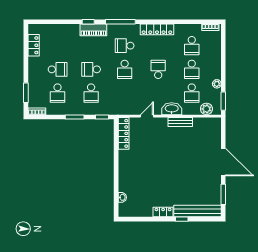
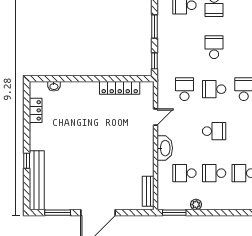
school desk: (91, 93) -> (184, 89), moved, turned 90
plant: (206, 109) -> (165, 192), removed
door: (147, 116) -> (156, 117), hinge flipped
bench: (180, 122) -> (148, 191), moved
locker: (124, 133) -> (120, 88), moved
locker: (163, 212) -> (36, 110), moved

